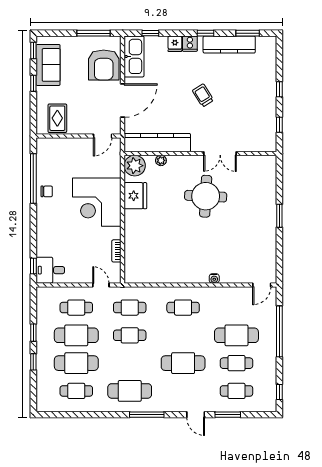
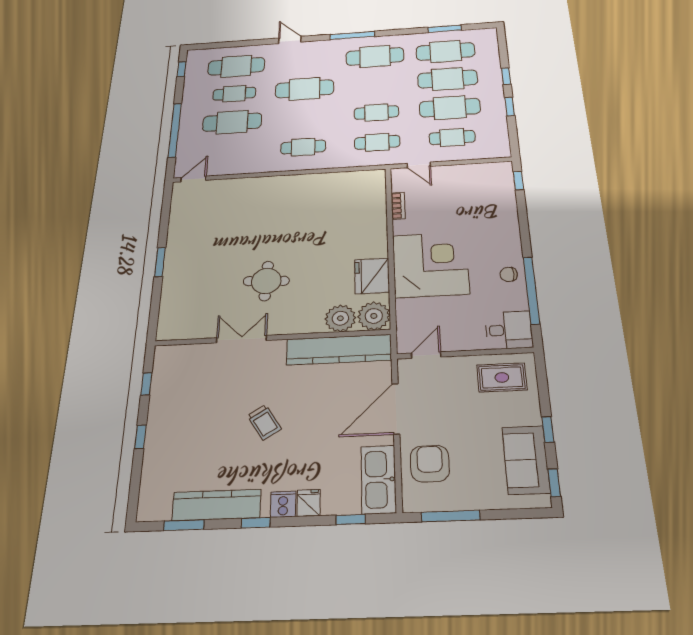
armchair: (104, 65) -> (430, 464), width x0.73, depth x0.73
rug: (57, 118) -> (502, 377), turned 90
plant: (161, 160) -> (340, 318), width x1.87, depth x1.87
round table: (206, 196) -> (266, 281), width x0.73, depth x0.73
desk: (50, 270) -> (509, 330), moved
water cooler: (214, 278) -> (259, 182), removed
cafe table: (76, 391) -> (445, 51), width x1.37, depth x1.35
cafe table: (236, 391) -> (236, 66), width x1.37, depth x1.35
window: (228, 415) -> (445, 29), moved

